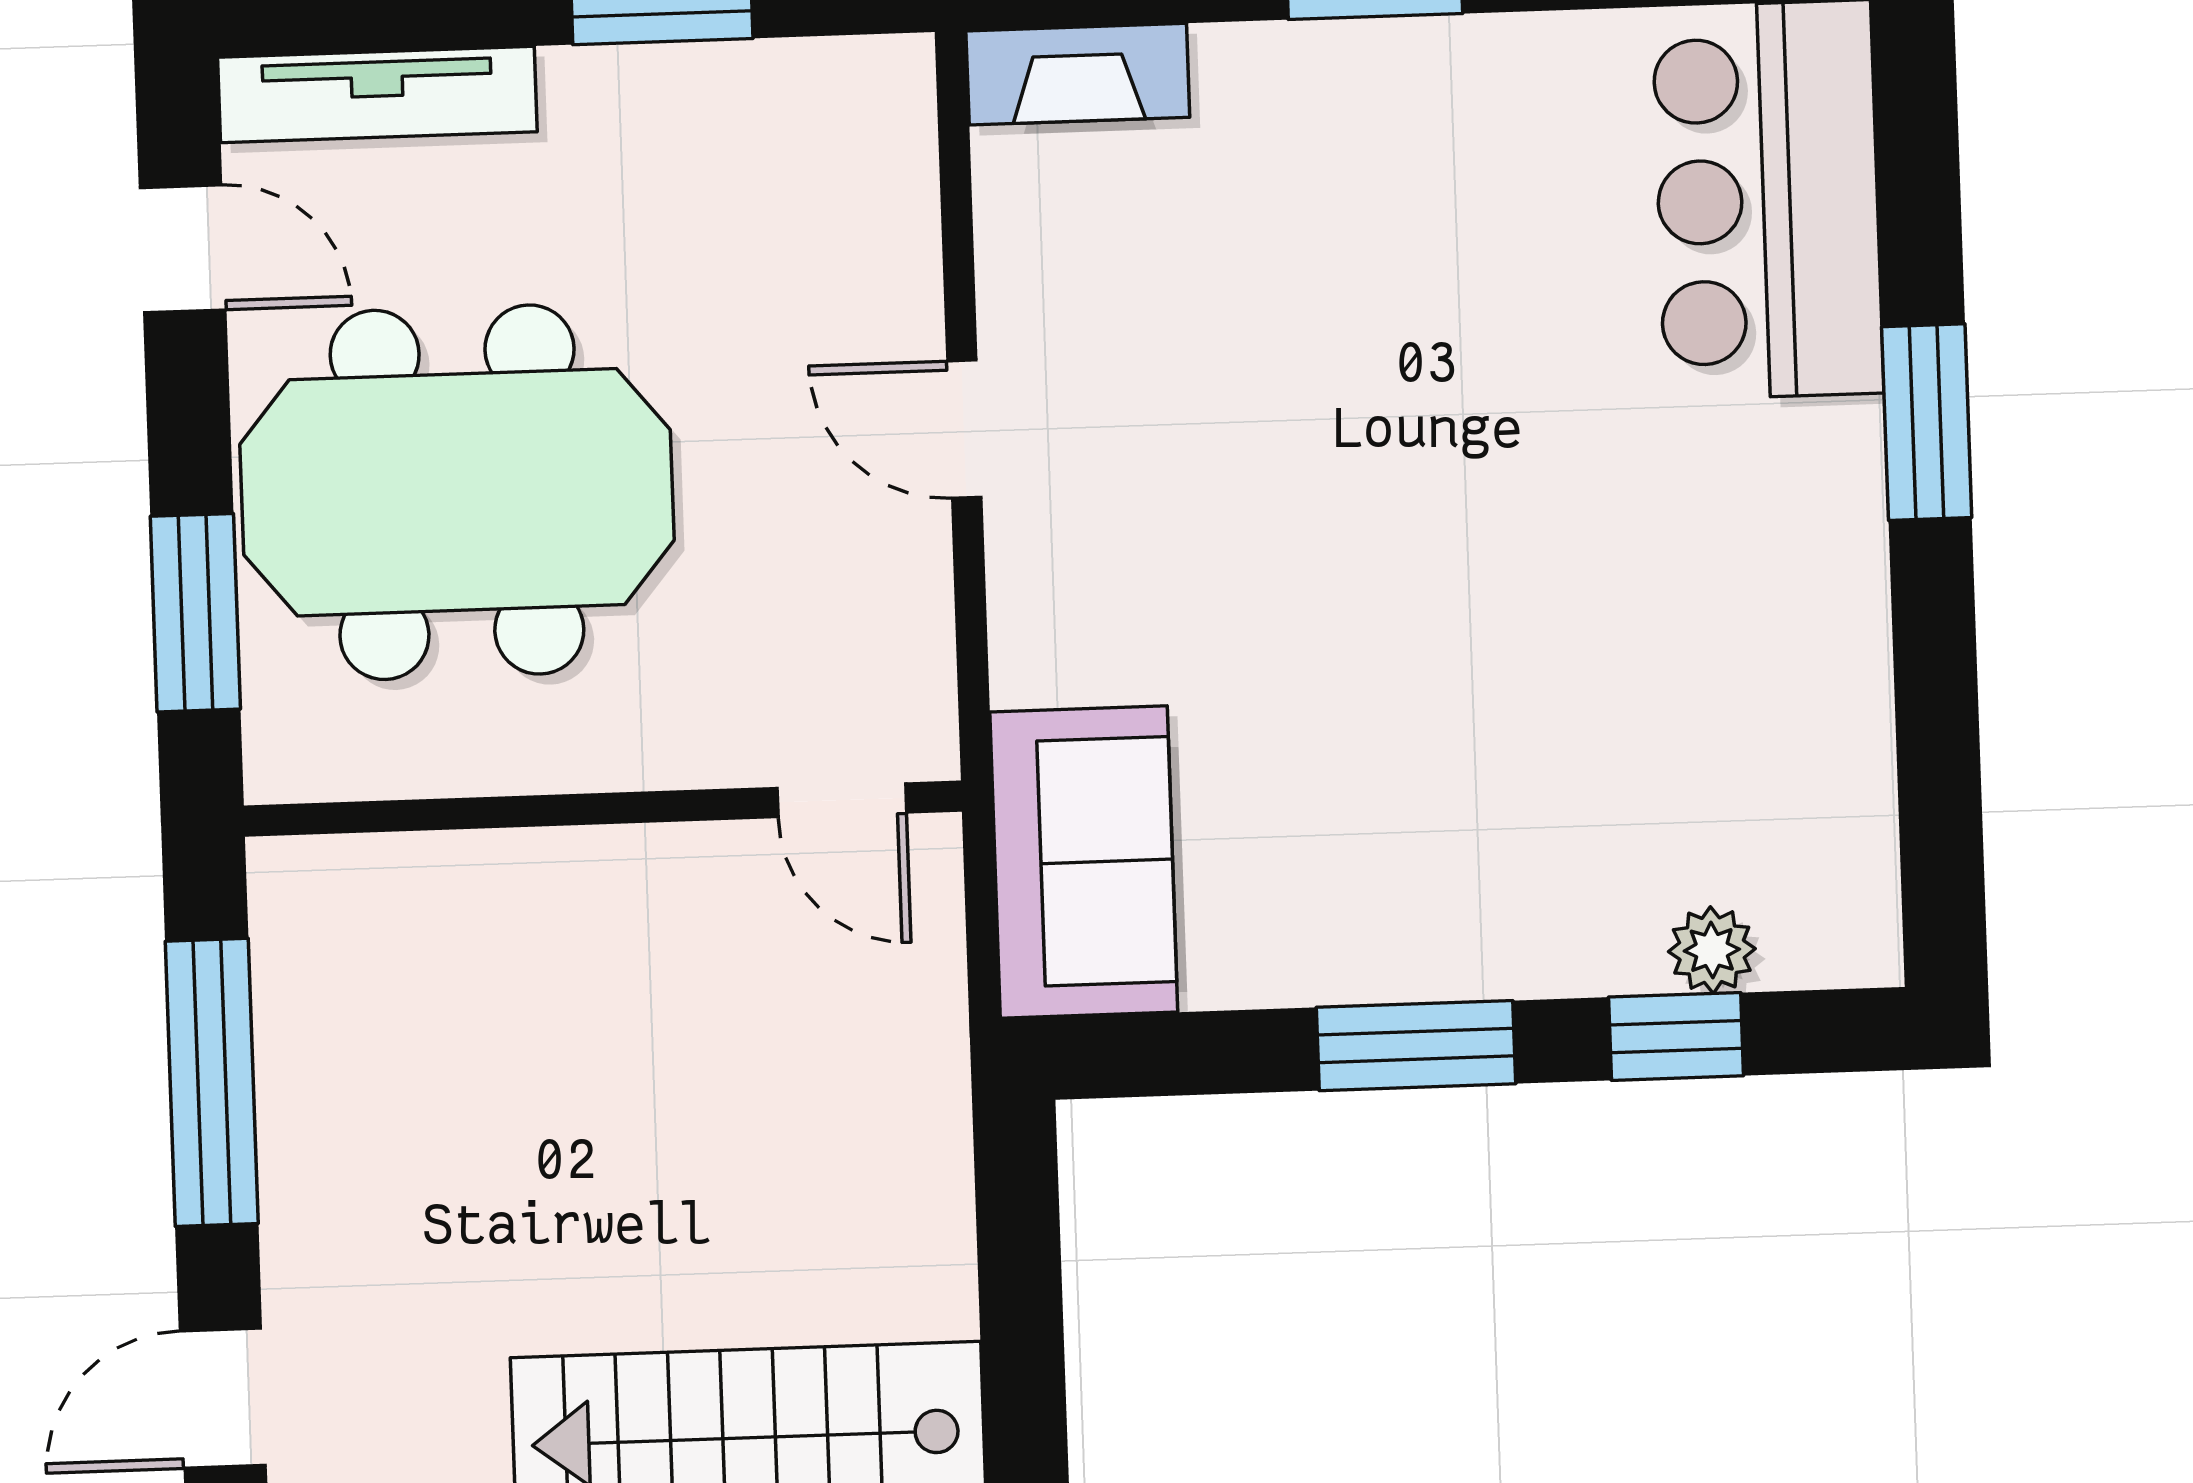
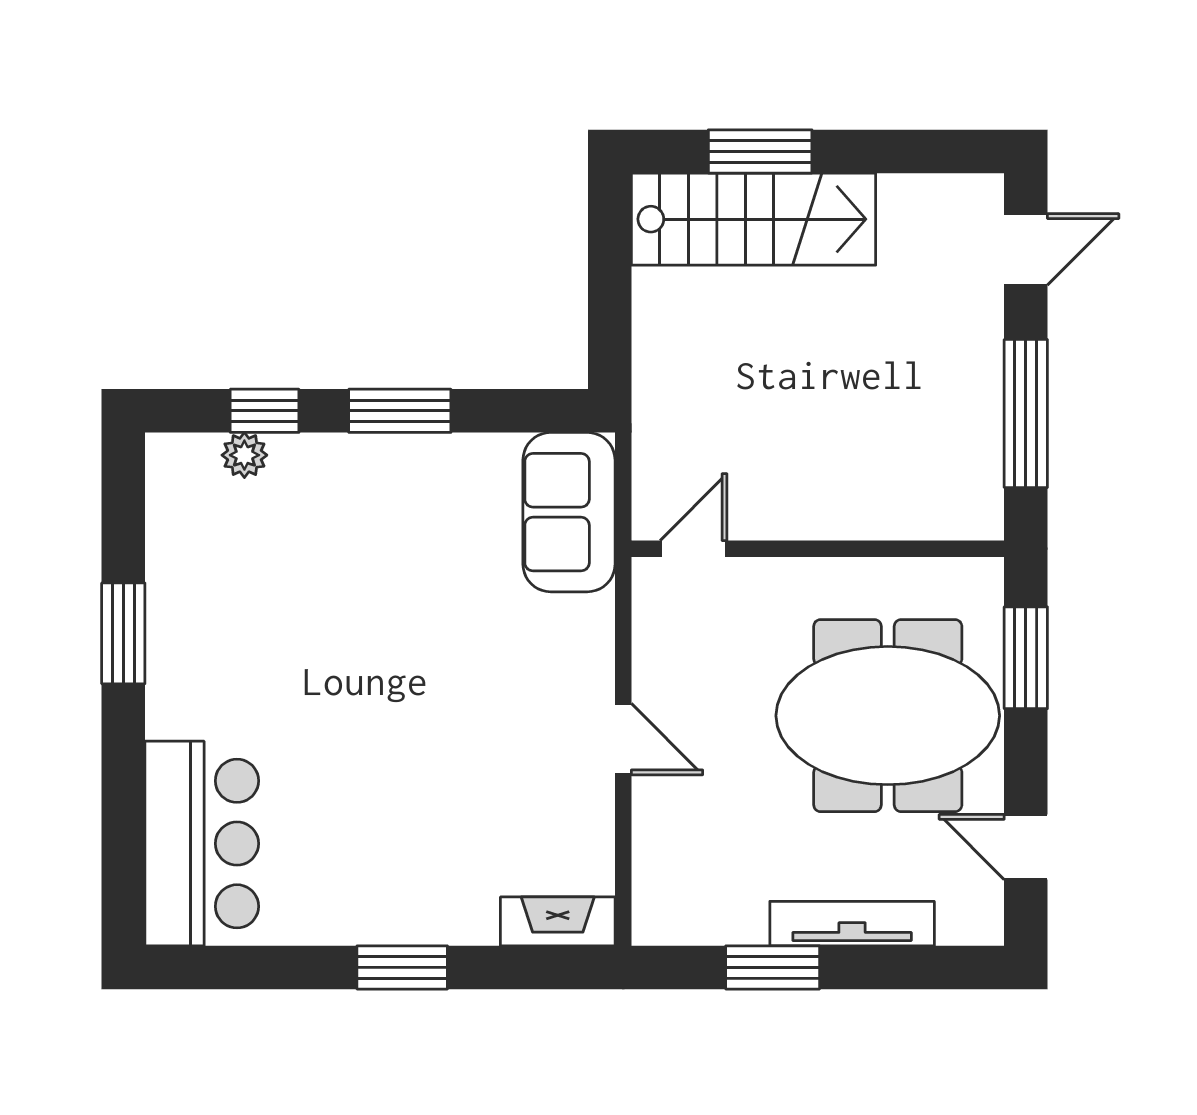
tv unit: (377, 94) -> (852, 924), moved
window: (1927, 422) -> (123, 633), moved
door: (842, 800) -> (693, 549), hinge flipped

